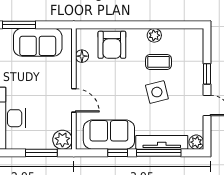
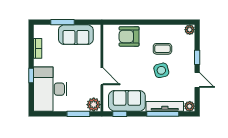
plant: (154, 35) -> (190, 30), moved
armchair: (112, 45) -> (129, 36), turned 90
floor lamp: (82, 56) -> (108, 45), removed
window: (118, 153) -> (120, 114), moved

